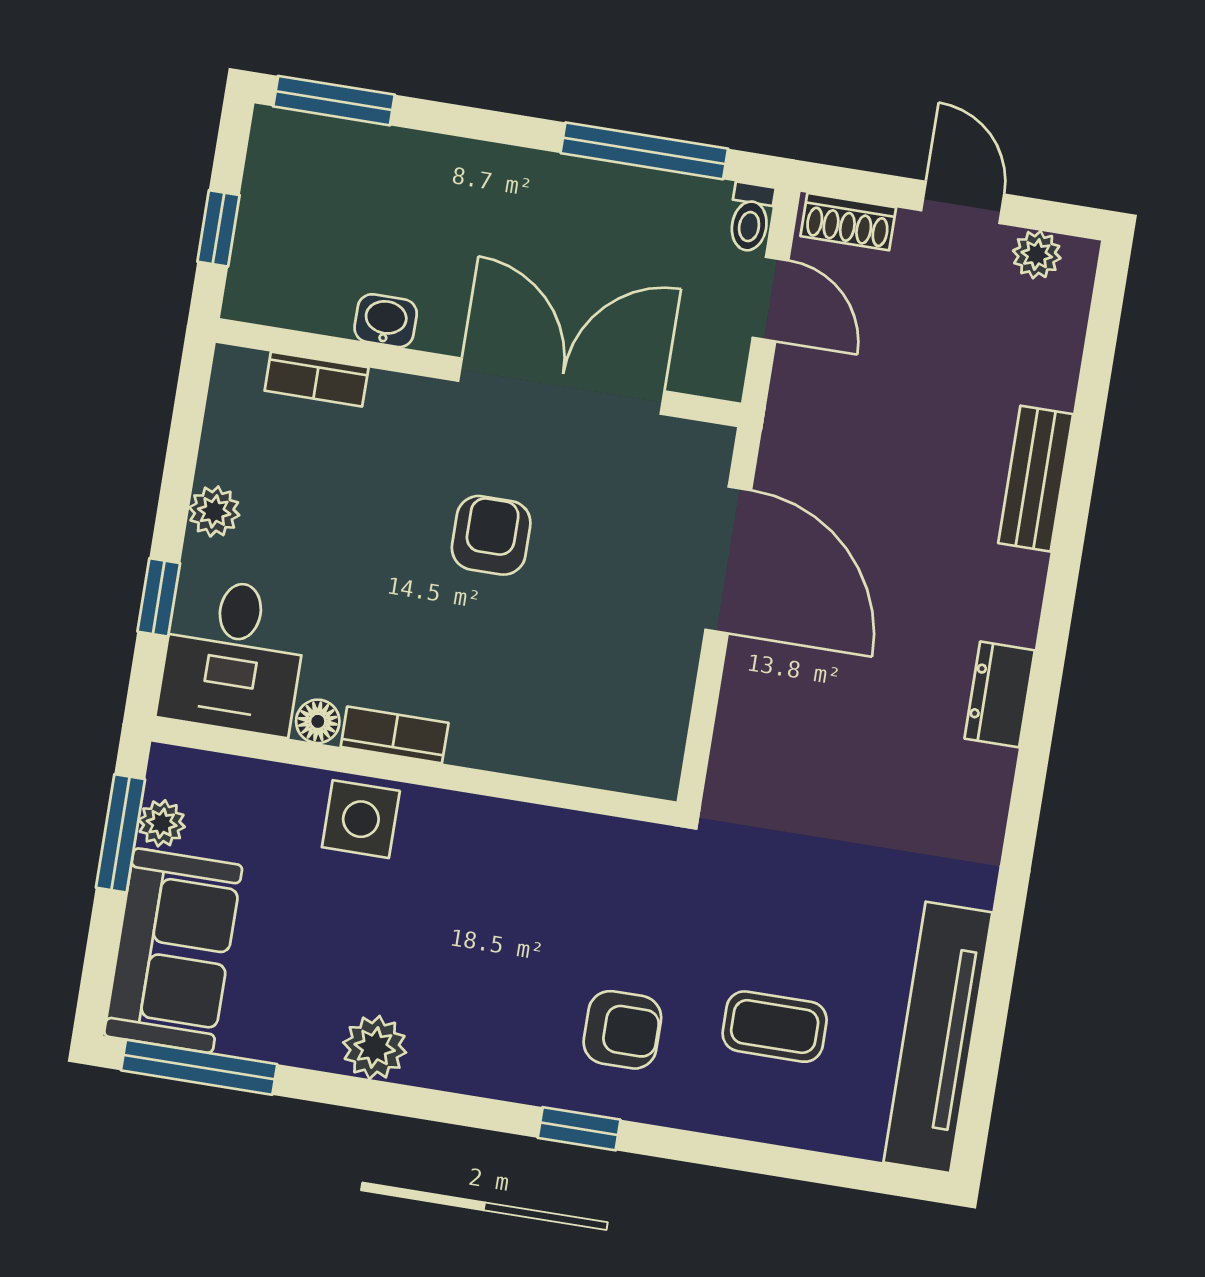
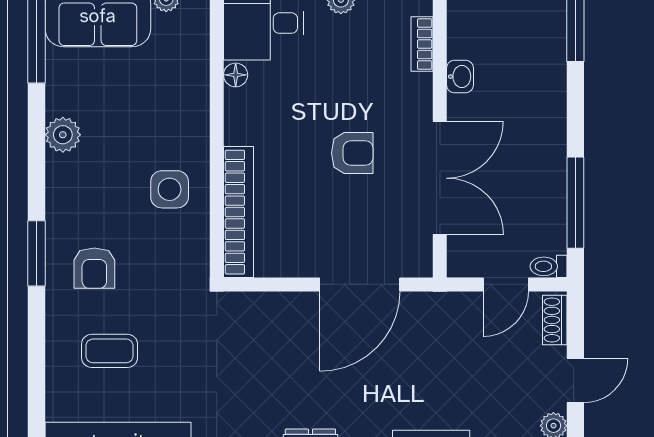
bookcase: (395, 735) -> (238, 212), moved, width x2.31, depth x1.31
side table: (361, 819) -> (170, 189), moved
coffee table: (775, 1027) -> (110, 351), turned 90
window: (579, 1129) -> (37, 253), width x1.50

